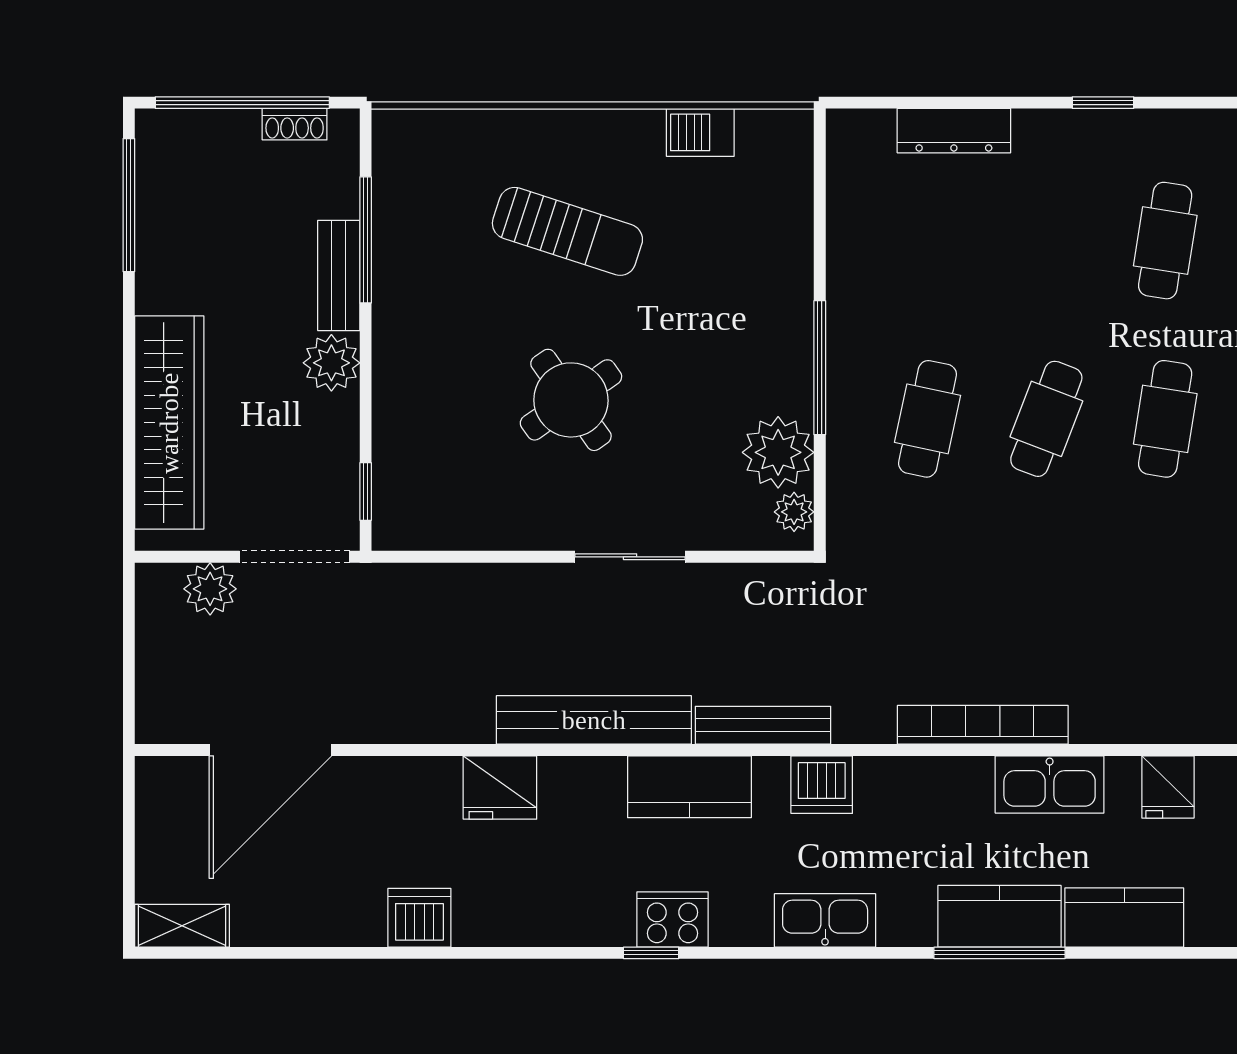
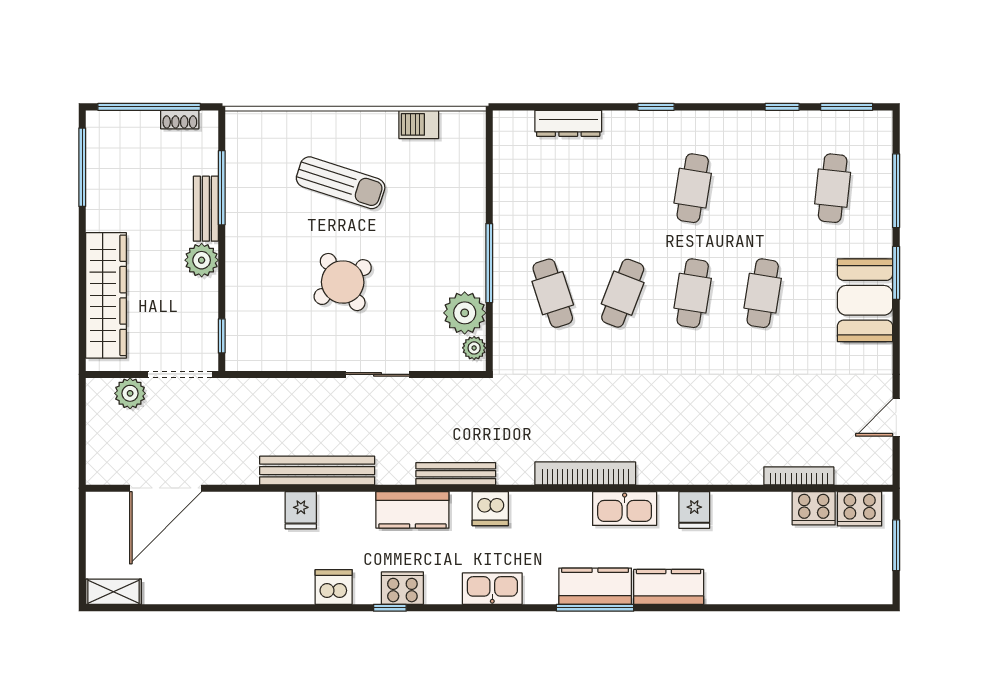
cafe table: (928, 419) -> (553, 293), turned -30
bench: (594, 720) -> (317, 471), moved
fridge: (500, 787) -> (301, 510), width x0.72
dishwasher: (419, 918) -> (334, 587), moved

